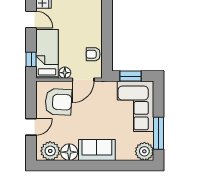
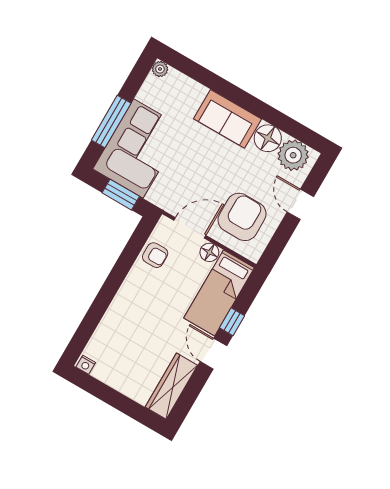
window: (31, 59) -> (232, 322), moved
armchair: (58, 102) -> (242, 217), turned 87
door: (31, 127) -> (300, 204), hinge flipped
window: (158, 133) -> (111, 122), moved
plant: (144, 151) -> (160, 69), width x0.53, depth x0.53

